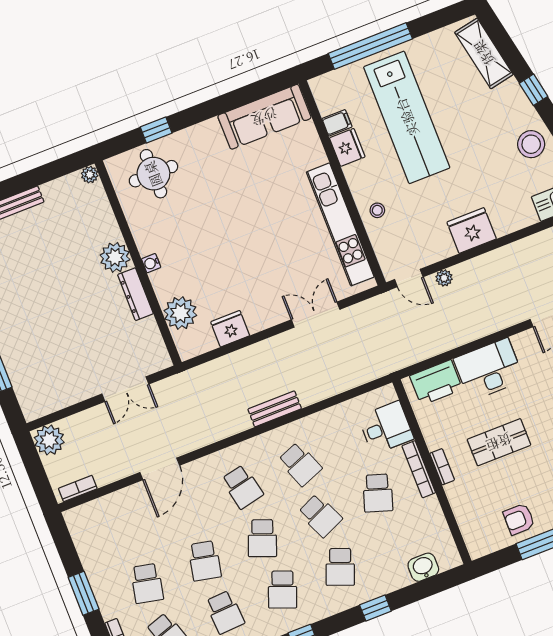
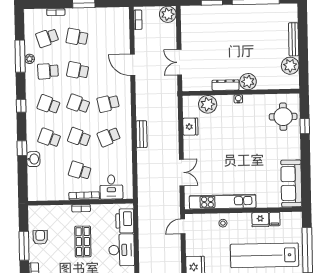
plant: (90, 175) -> (290, 66), moved, width x1.87, depth x1.87
plant: (444, 278) -> (176, 244), removed
school desk: (320, 516) -> (79, 137), turned 45
washbasin: (423, 567) -> (33, 159), moved

